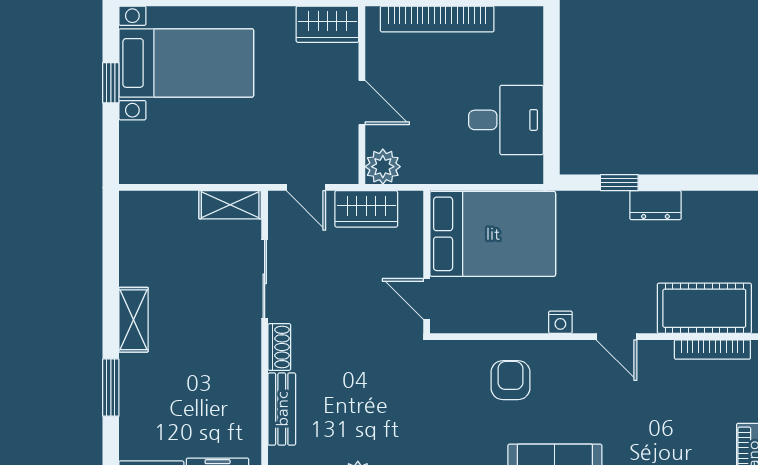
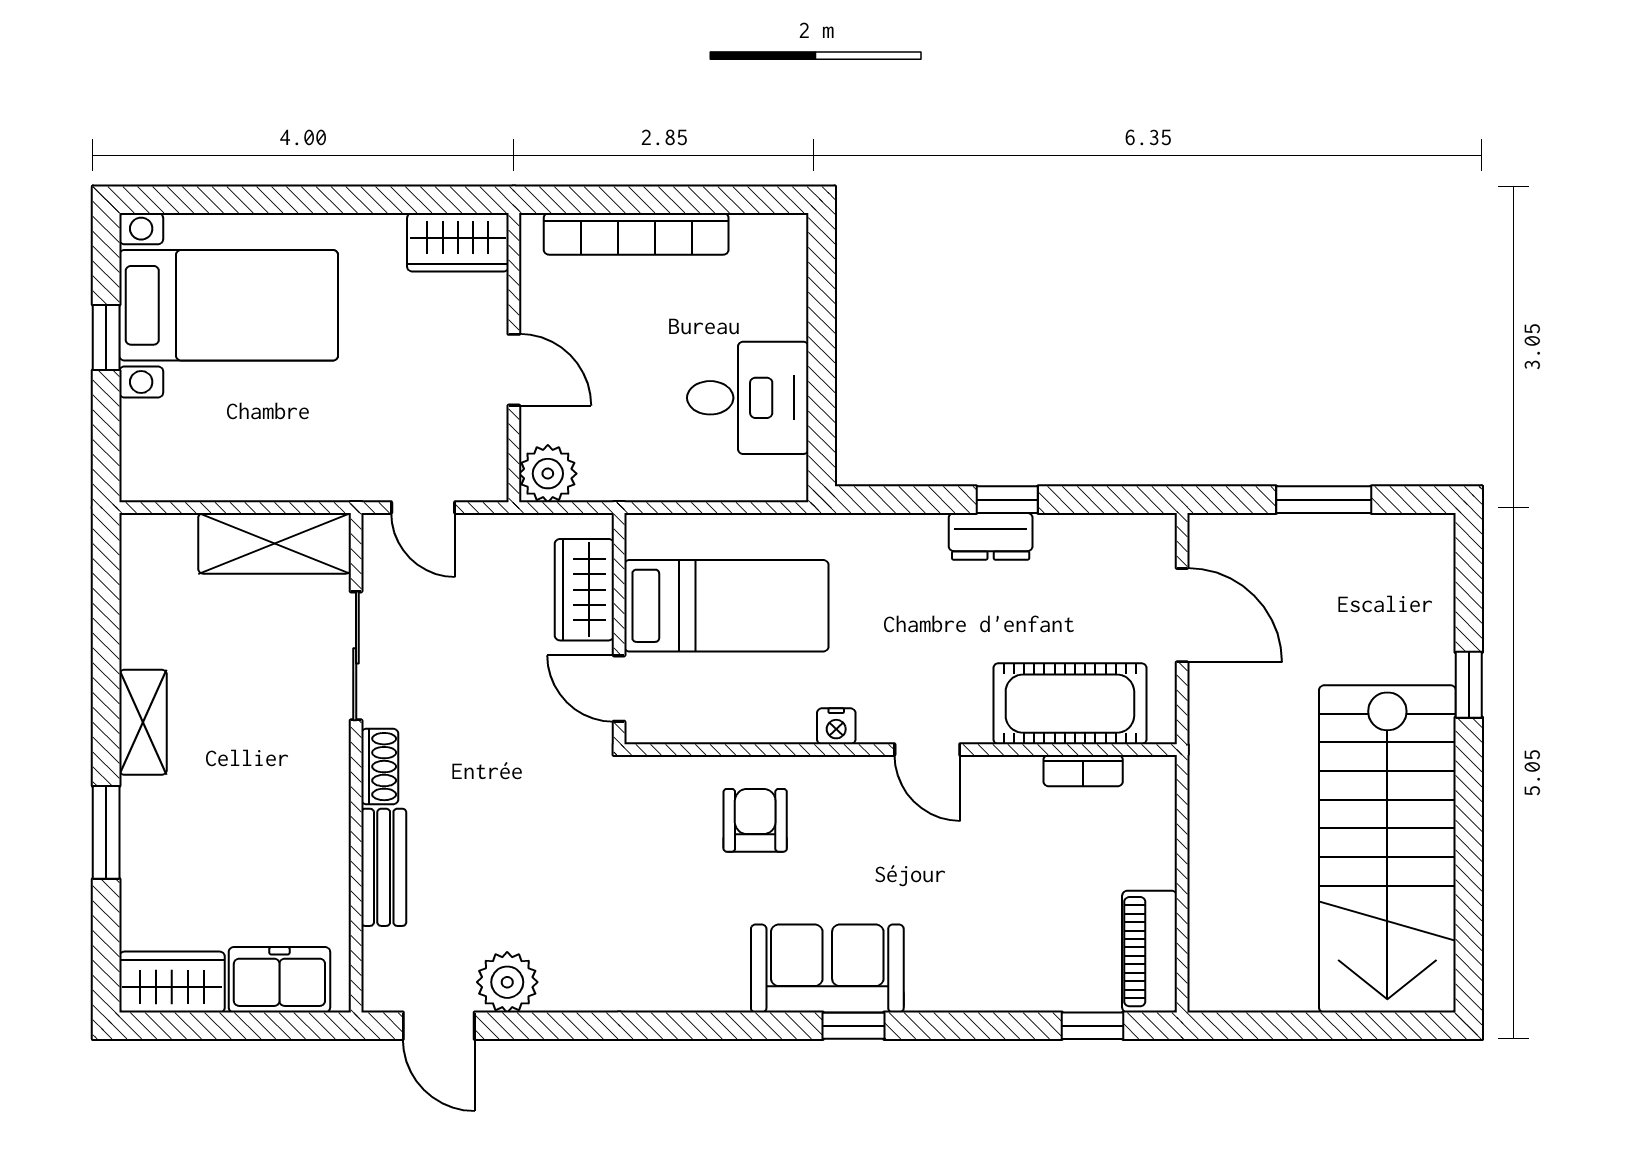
window: (619, 183) -> (1007, 500), moved
shelving: (230, 205) -> (275, 543), width x1.50, depth x1.33
wardrobe: (366, 209) -> (584, 590), moved, turned 90
bed: (493, 234) -> (726, 606), width x0.67
bookcase: (712, 349) -> (1083, 771), width x0.64

